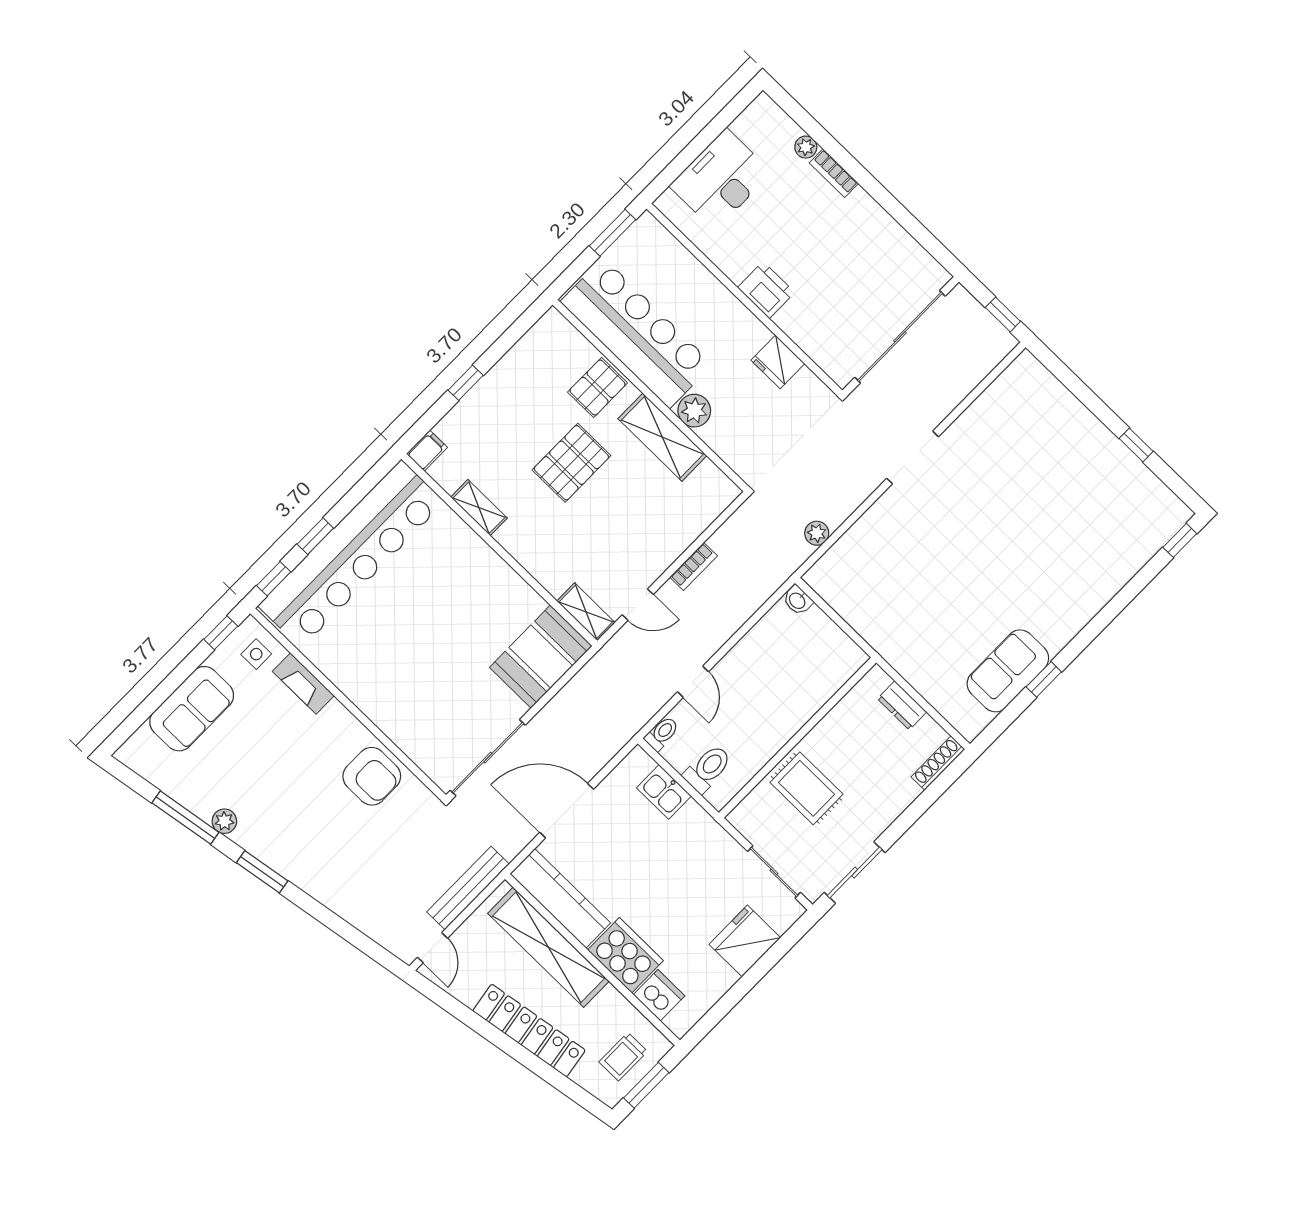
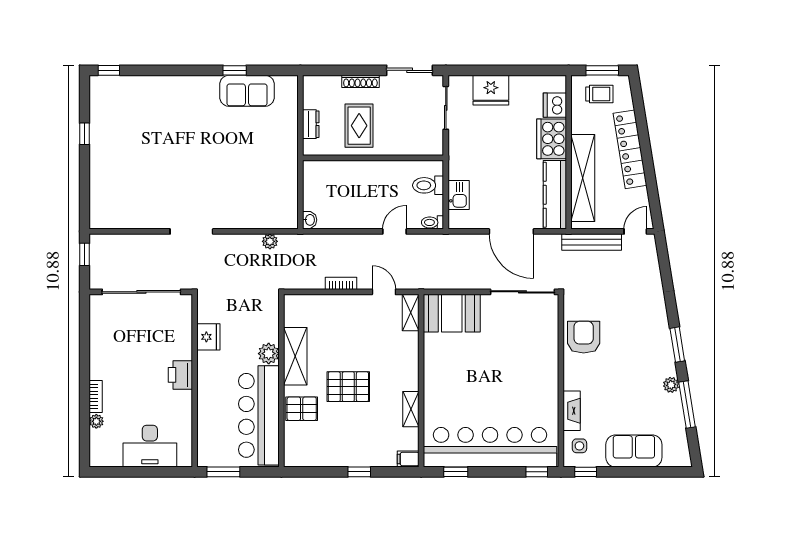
window: (315, 536) -> (456, 472), moved
shoe rack: (938, 763) -> (360, 81), moved
rug: (806, 788) -> (359, 126), moved

